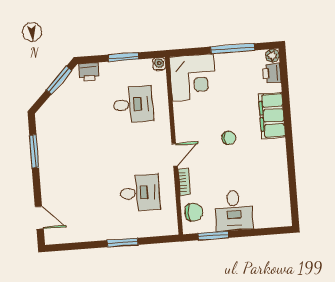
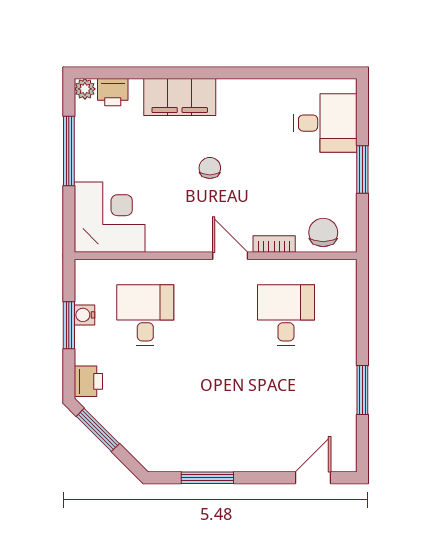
water cooler: (159, 64) -> (84, 315), moved
desk: (234, 210) -> (325, 123), moved
window: (213, 236) -> (362, 170), moved
window: (123, 242) -> (362, 390), moved

